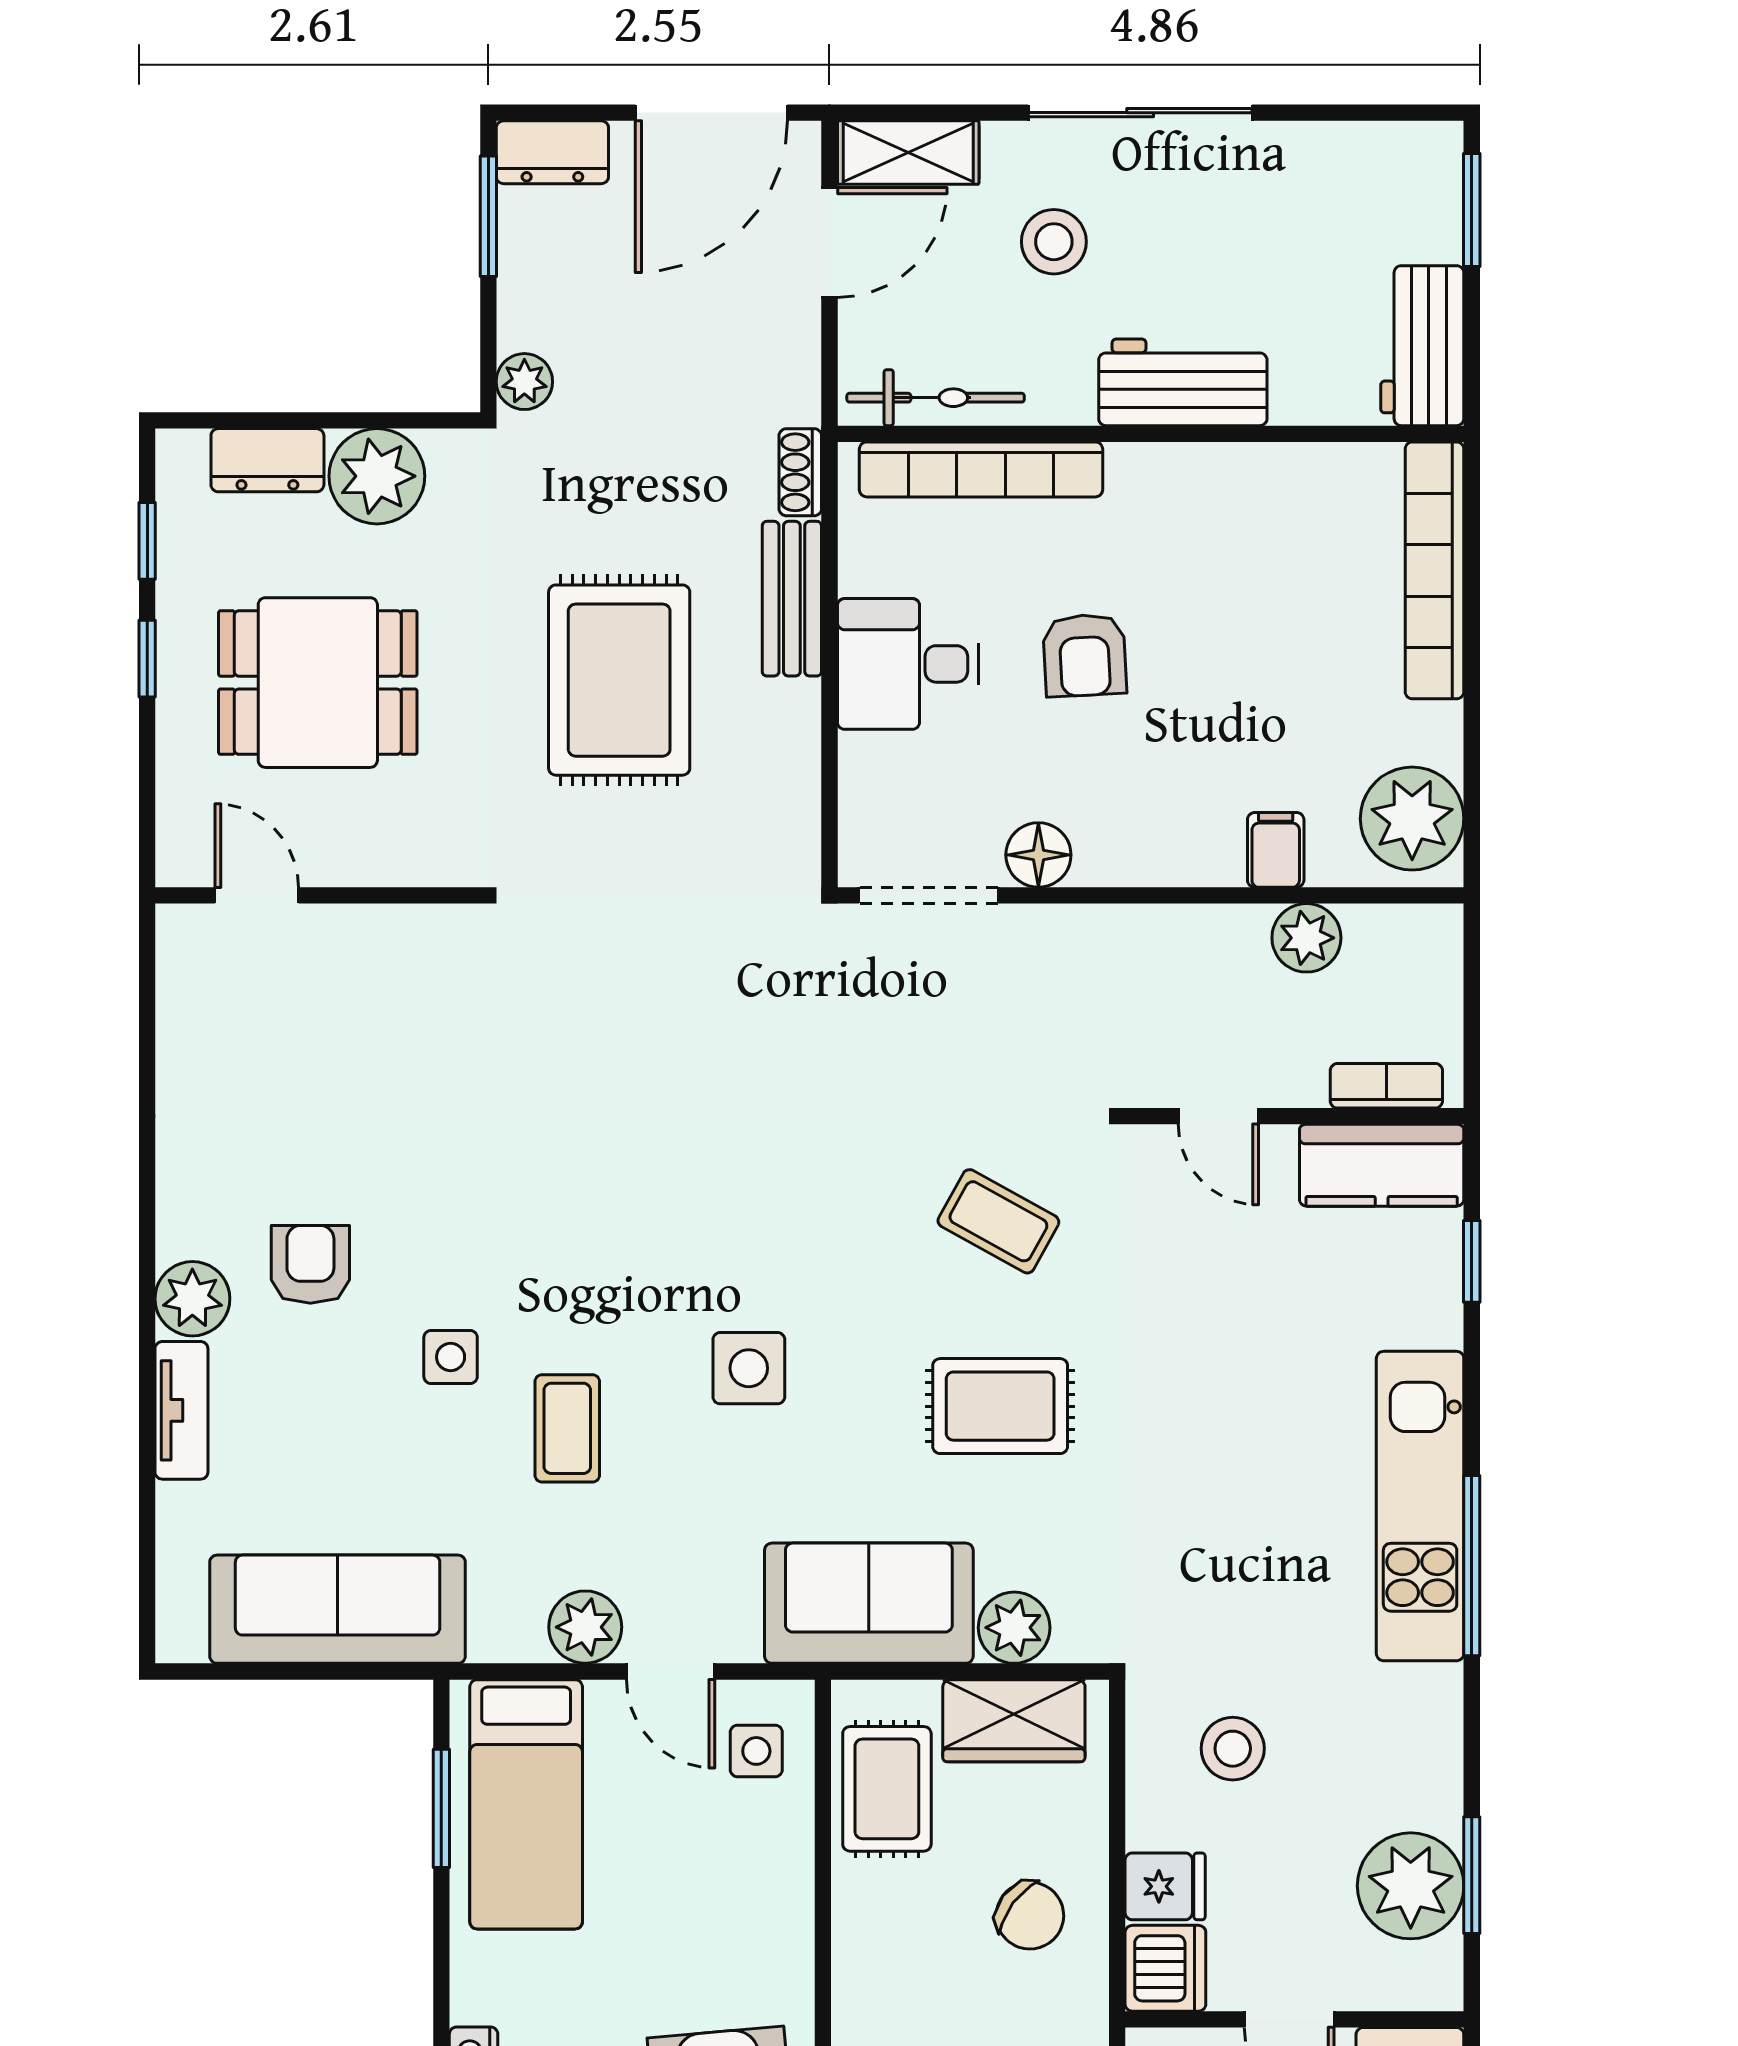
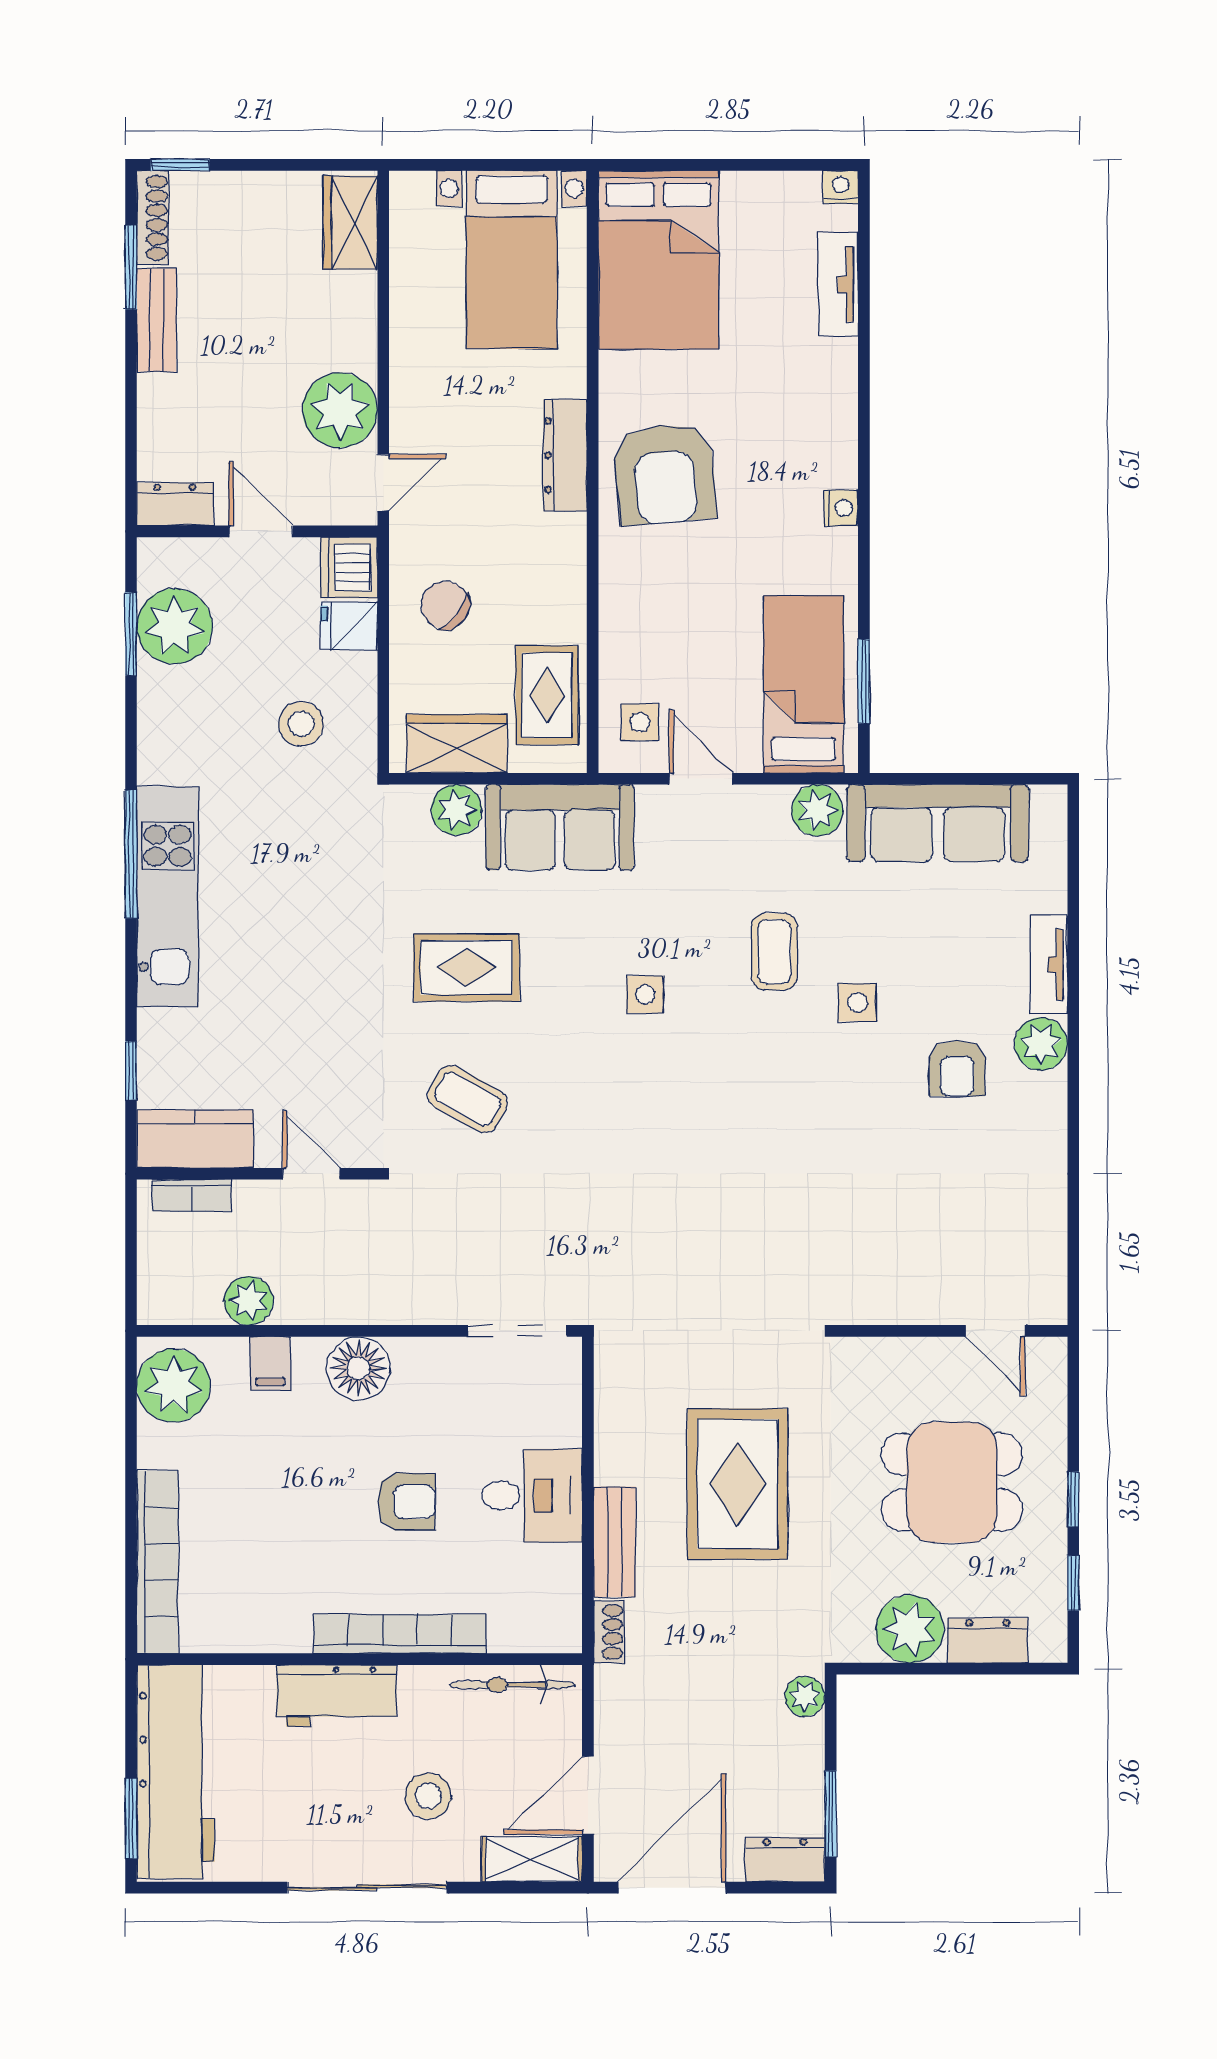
workbench: (1422, 346) -> (176, 1772), width x1.88, depth x1.32
bookcase: (981, 469) -> (400, 1634), moved
armchair: (1085, 655) -> (406, 1502), turned 93
floor lamp: (1038, 855) -> (358, 1368), moved, width x1.38, depth x1.38
side table: (749, 1368) -> (645, 995), width x0.73, depth x0.73
plant: (585, 1627) -> (817, 810), moved

